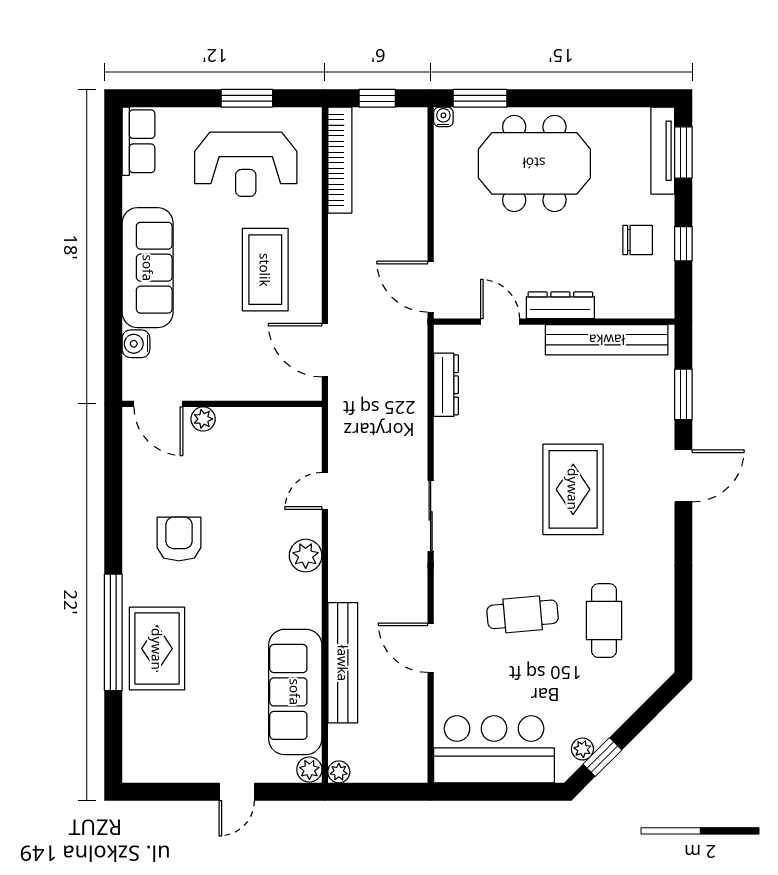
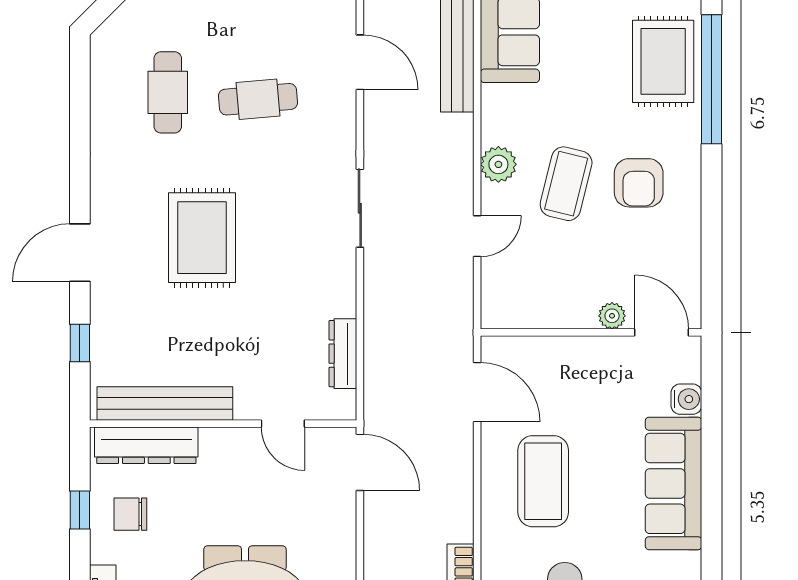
dresser: (560, 305) -> (146, 445), moved, width x1.37, depth x1.24
window: (683, 394) -> (80, 343), width x0.67
coffee table: (245, 538) -> (566, 184), added

